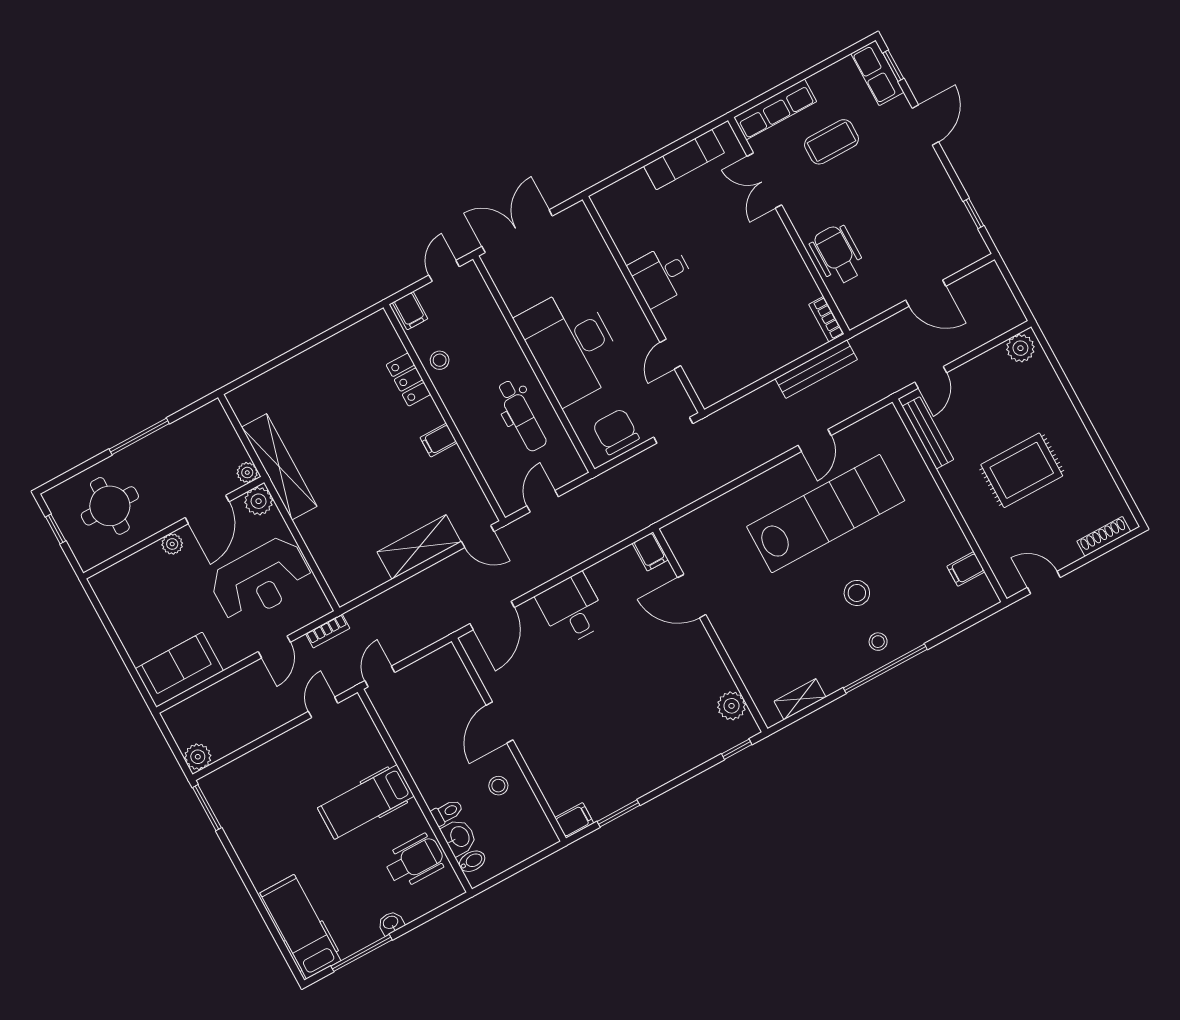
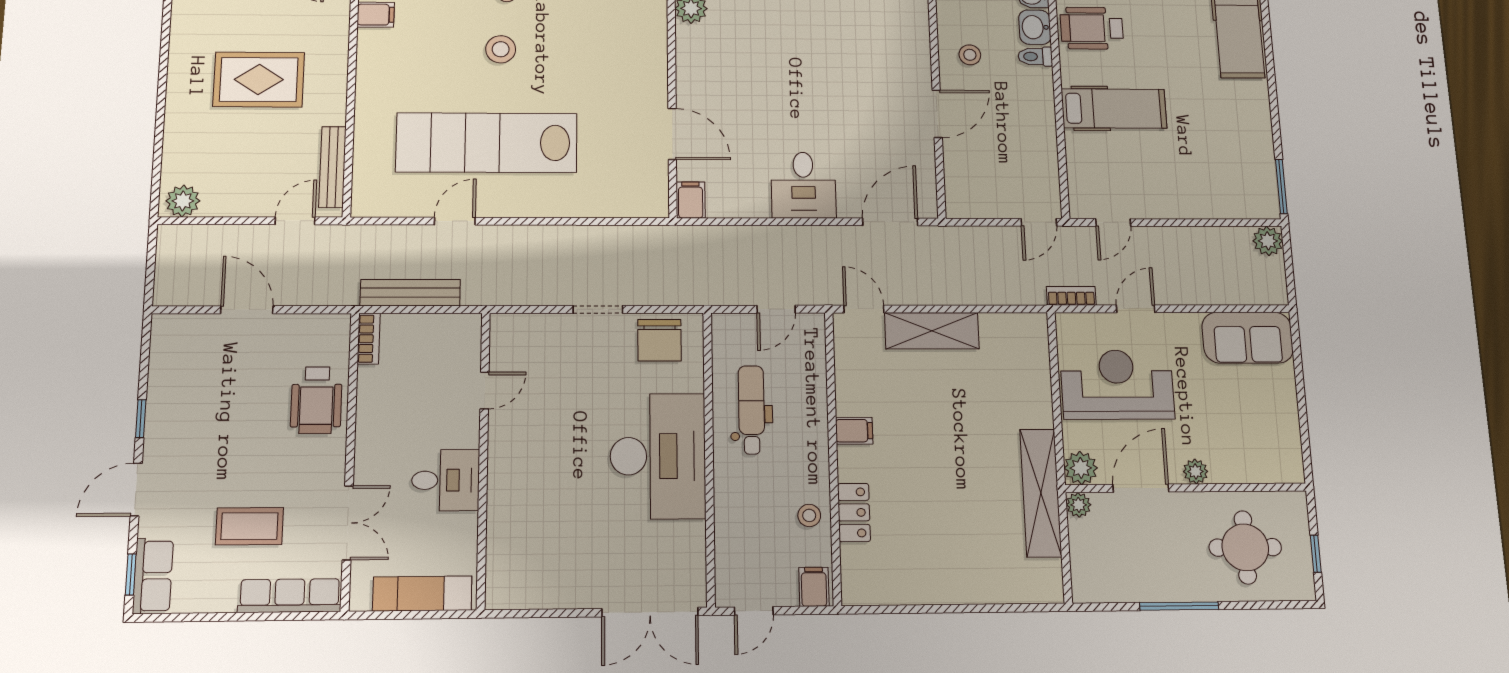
window: (973, 214) -> (141, 419), moved
desk: (661, 275) -> (446, 480), moved
wall: (643, 305) -> (483, 459), moved
door: (670, 354) -> (485, 391), moved

